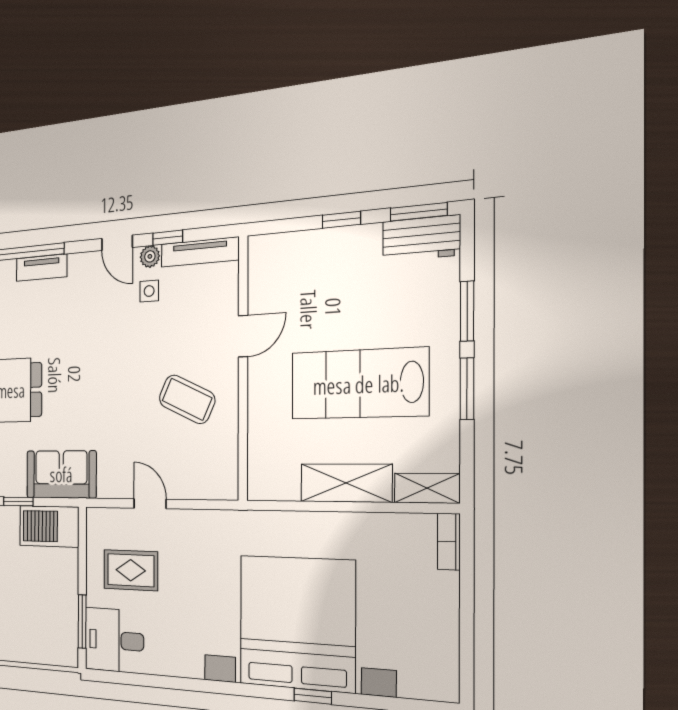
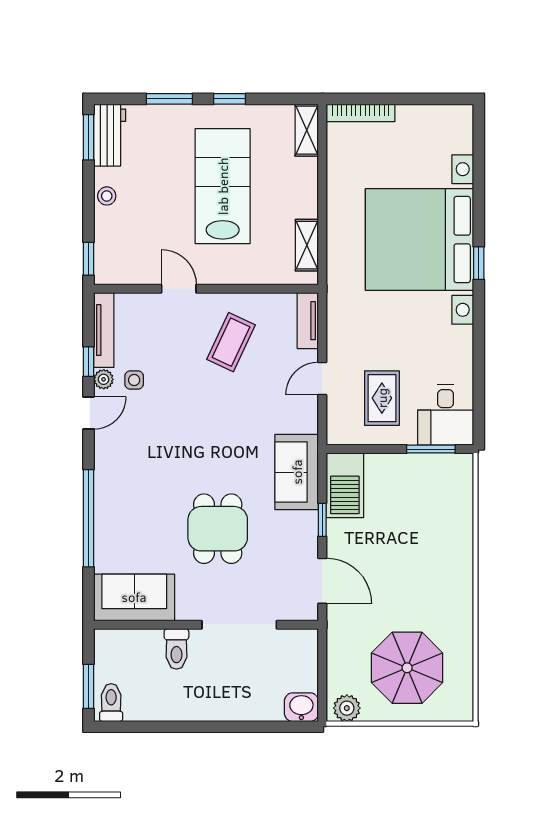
window: (341, 220) -> (89, 259), moved
stool: (348, 242) -> (107, 196), added
tv unit: (41, 268) -> (308, 321), moved, turned 180
lab bench: (359, 384) -> (223, 186), turned 180
window: (467, 389) -> (229, 99), width x0.67
shelving: (346, 483) -> (307, 245), moved, width x0.67, depth x0.75
bookcase: (449, 542) -> (361, 113), width x1.56
window: (313, 696) -> (479, 263), moved

